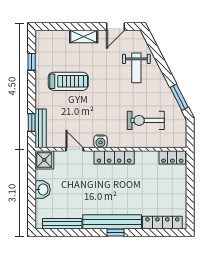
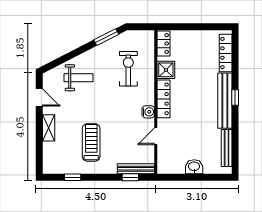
exercise bike: (146, 120) -> (128, 69), turned 180
shower: (44, 160) -> (166, 70), moved

